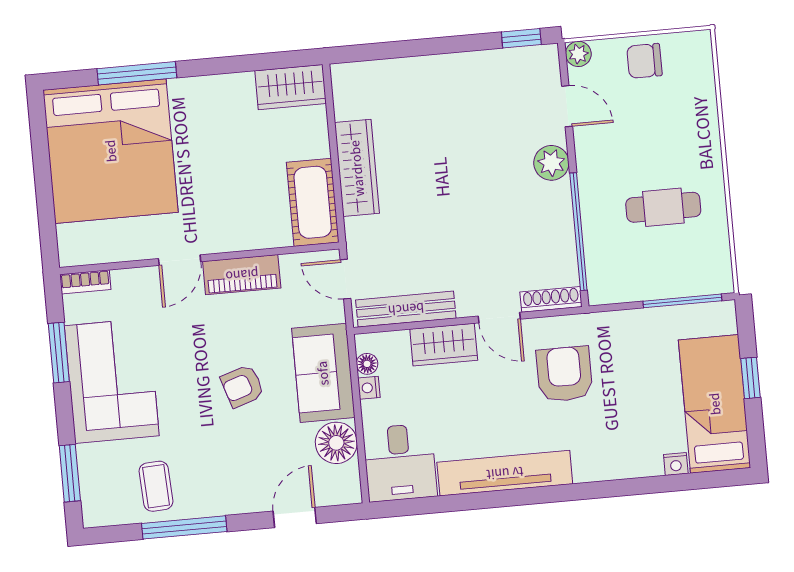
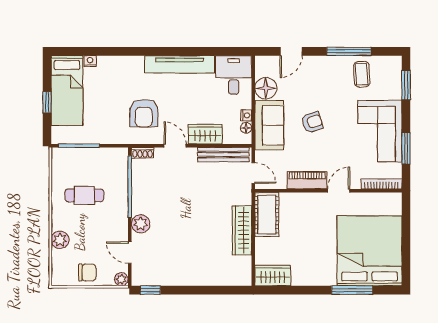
plant: (702, 118) -> (60, 240), added
bookcase: (85, 282) -> (382, 184), width x1.56
shoe rack: (551, 299) -> (142, 153), width x0.70

